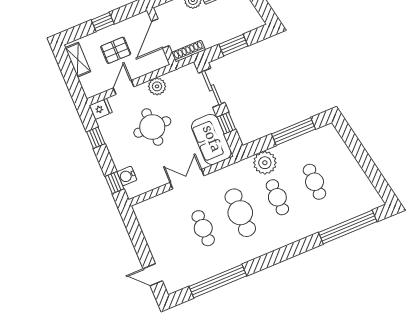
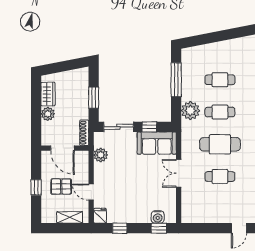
pallet: (116, 50) -> (61, 186), turned 90
shelving: (78, 60) -> (70, 217), moved
plant: (157, 86) -> (101, 155), moved
round table: (152, 127) -> (129, 183), removed

